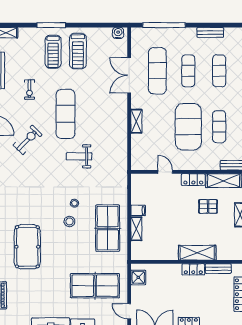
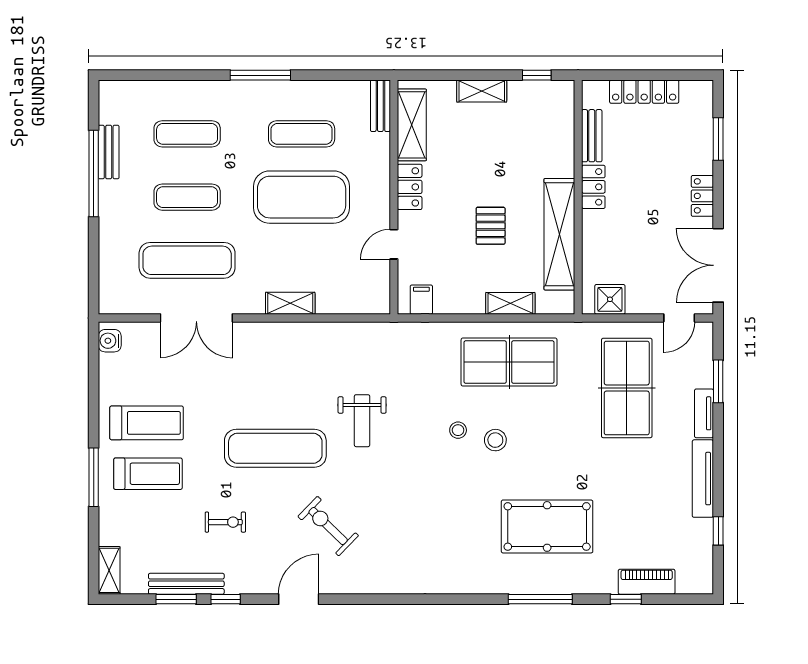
window: (164, 25) -> (94, 173), moved
pallet: (208, 206) -> (491, 226), moved
filing cabinet: (138, 211) -> (421, 300), moved
shelving: (197, 253) -> (559, 234), moved, width x1.47

